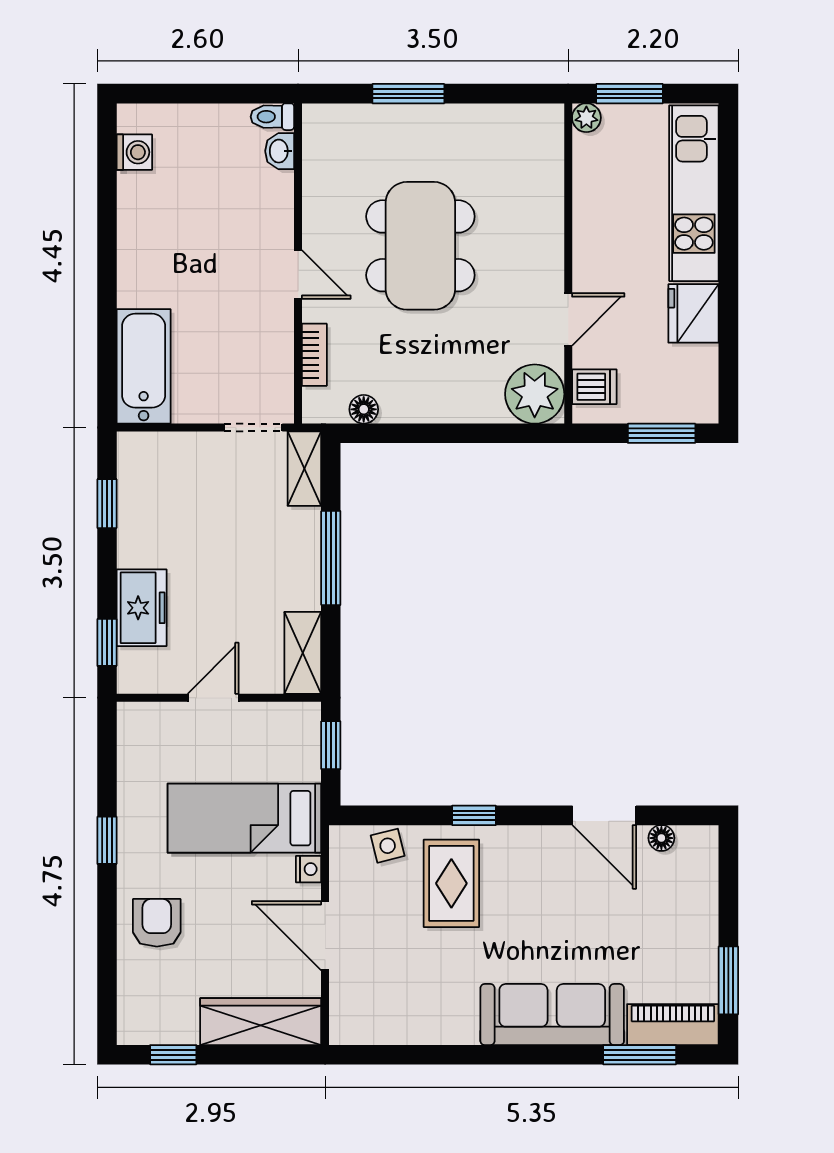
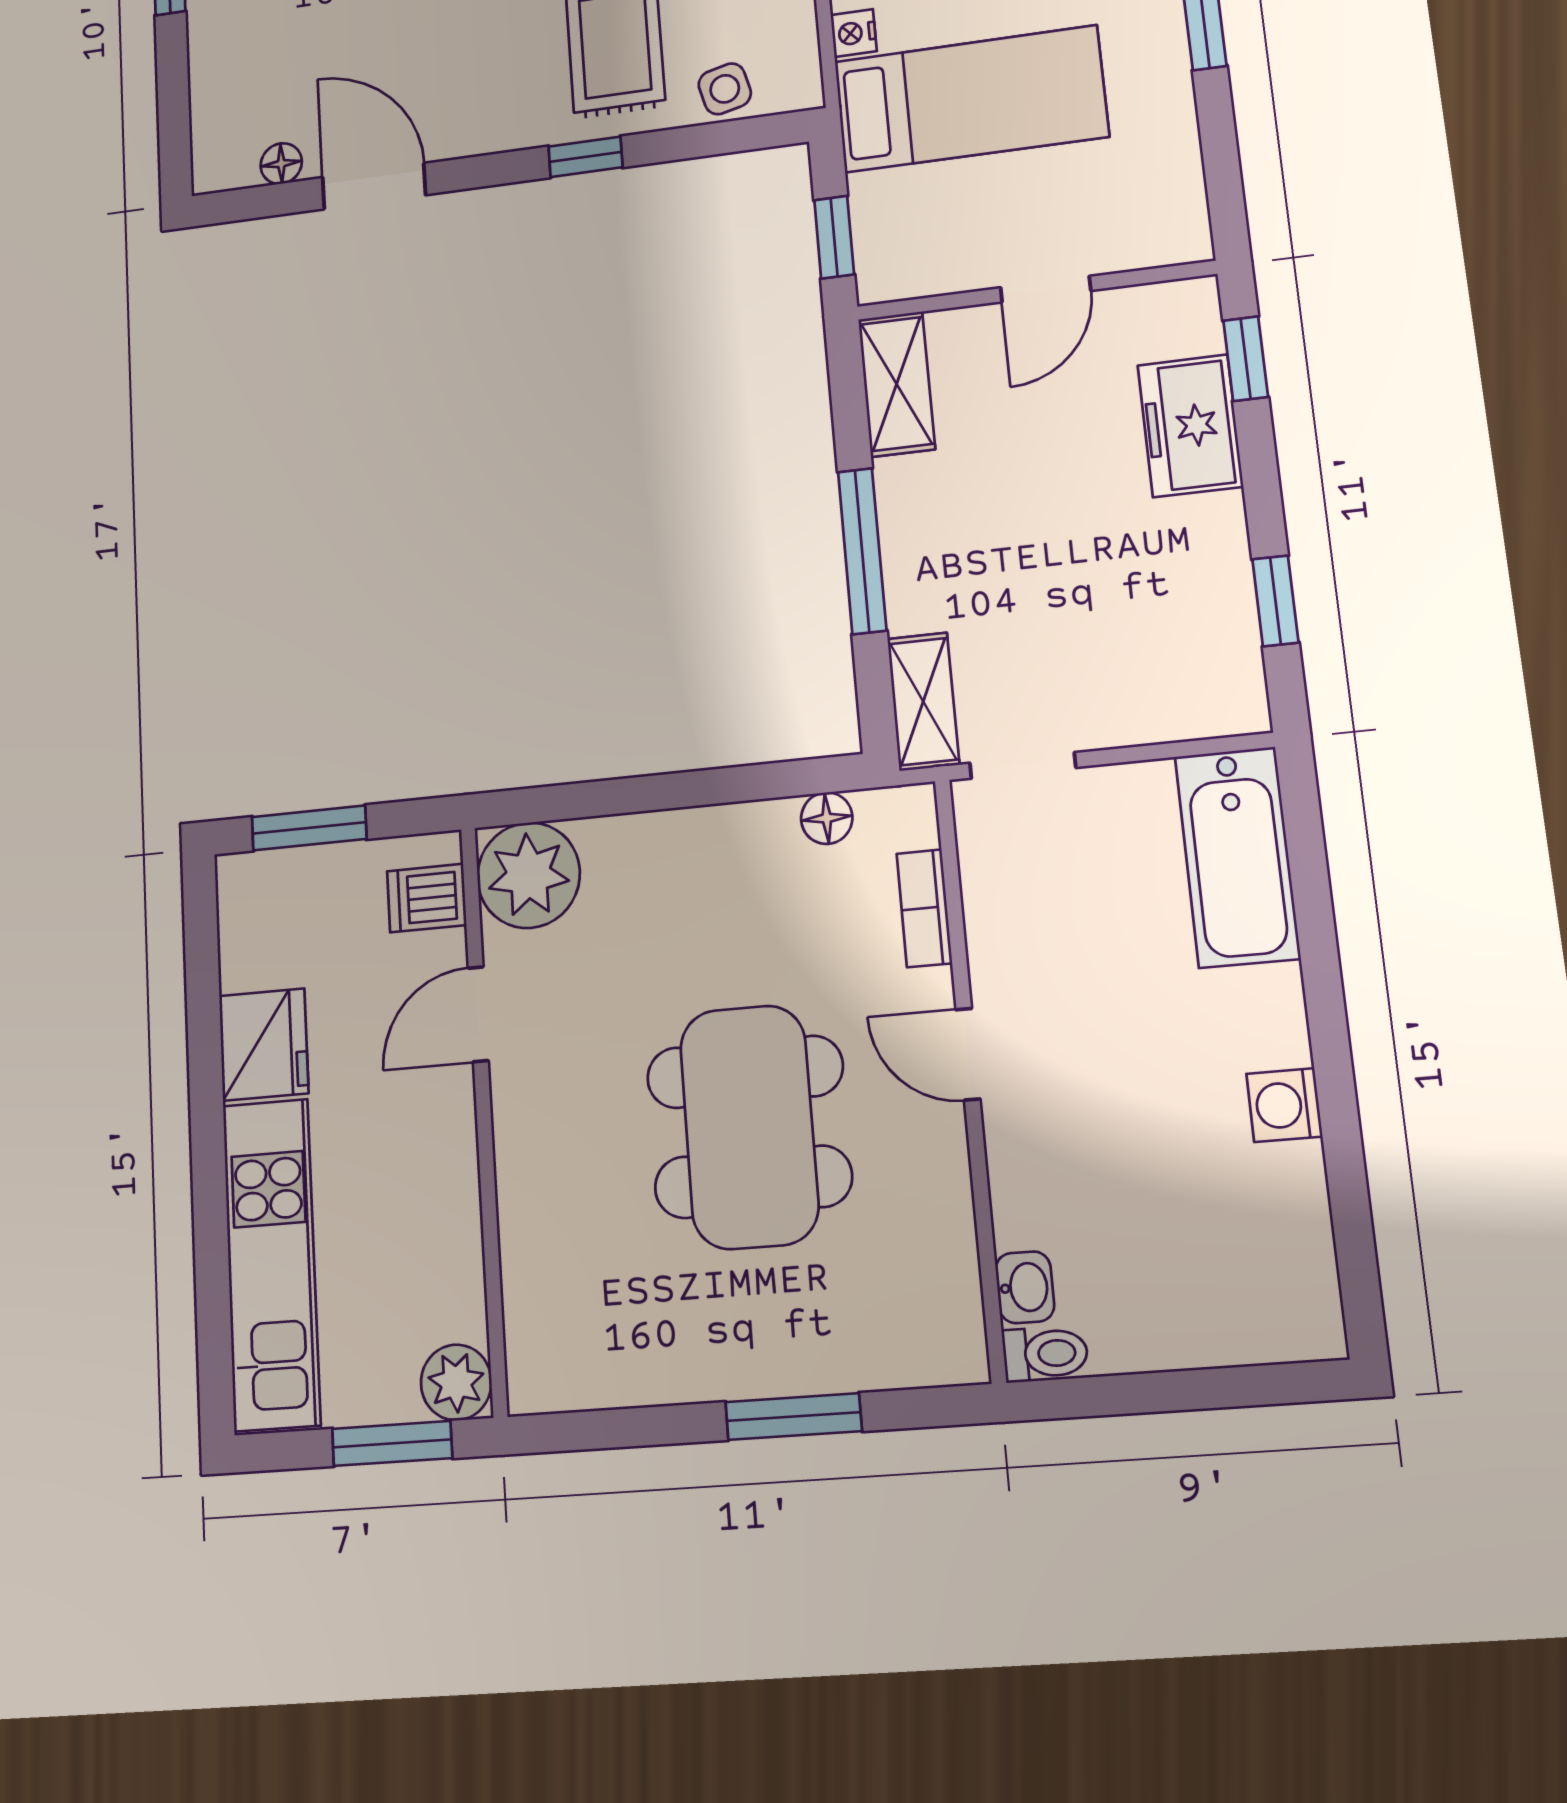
plant: (586, 118) -> (456, 1382), width x1.38, depth x1.38
washing machine: (134, 152) -> (1284, 1105), moved

